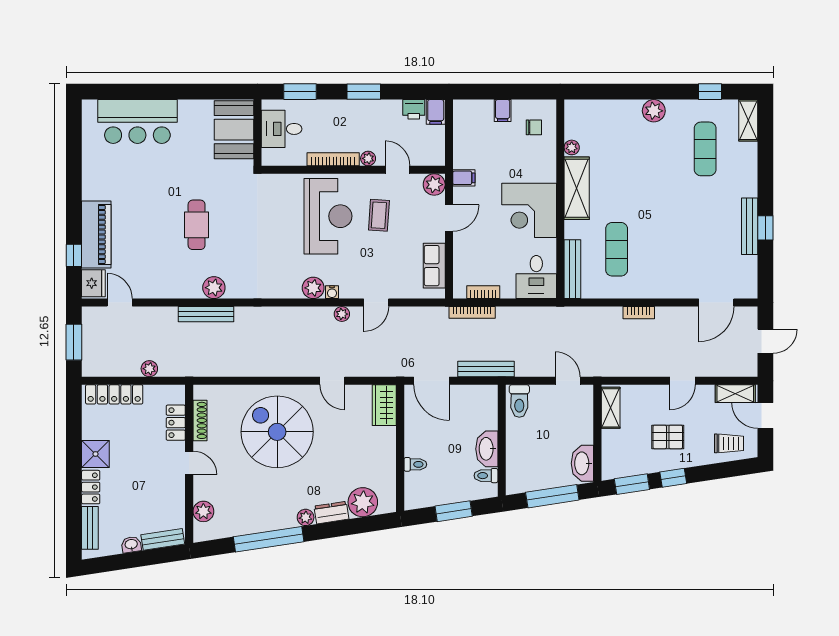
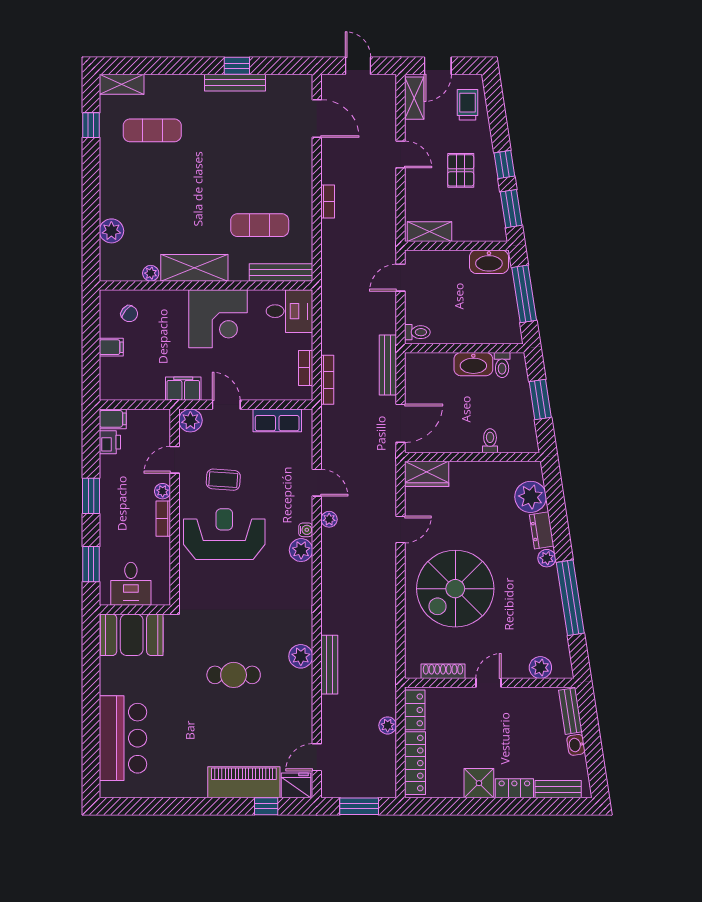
plant: (654, 111) -> (111, 231), moved
chair: (534, 127) -> (129, 314), turned 130
bookcase: (333, 159) -> (163, 519), width x0.64
filing cabinet: (464, 178) -> (183, 389), width x2.00
toilet: (519, 401) -> (417, 332), width x0.73, depth x0.72
locker: (176, 423) -> (415, 710), moved, turned -90

